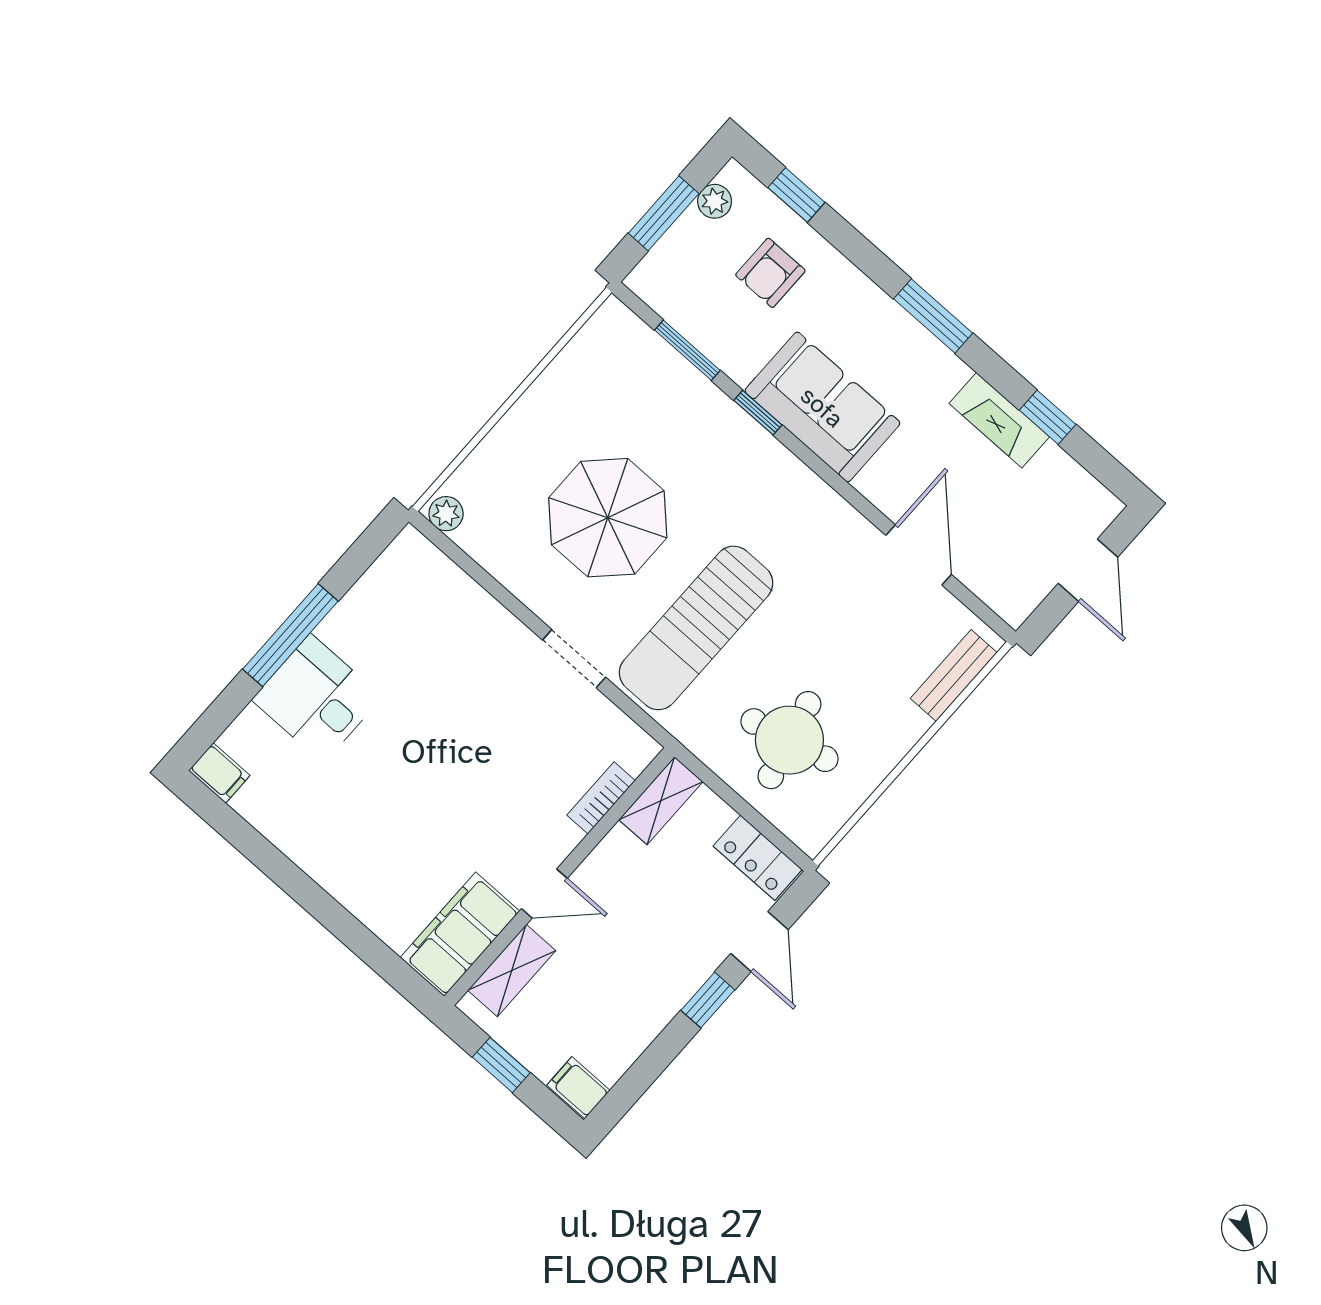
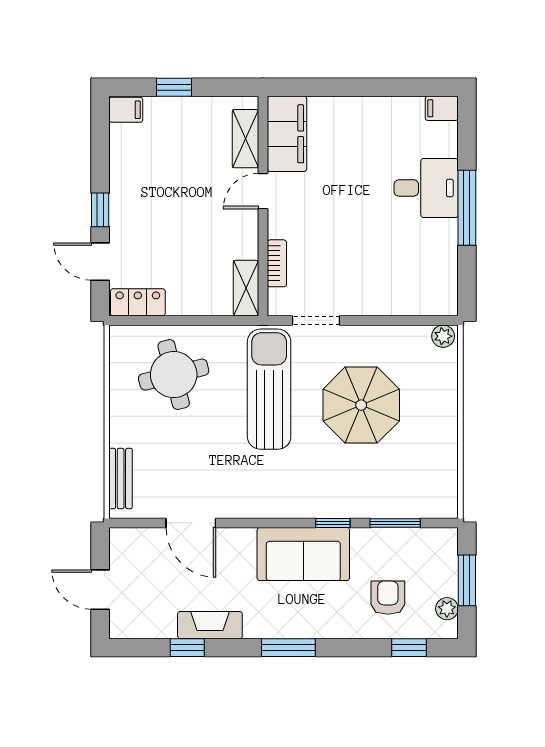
bookcase: (601, 798) -> (277, 263), moved
shelving: (661, 801) -> (246, 288), moved
wall: (559, 877) -> (263, 206), moved
door: (544, 894) -> (263, 191), moved
filing cabinet: (460, 934) -> (287, 134), moved
shelving: (512, 971) -> (245, 139), moved

